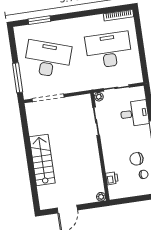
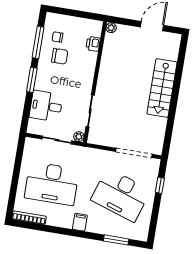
filing cabinet: (75, 25) -> (80, 222), added
window: (18, 78) -> (160, 185), width x0.46

